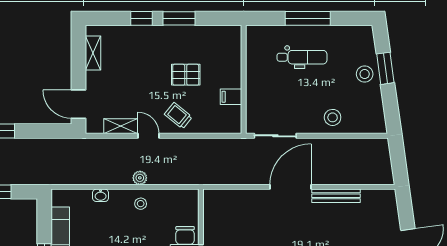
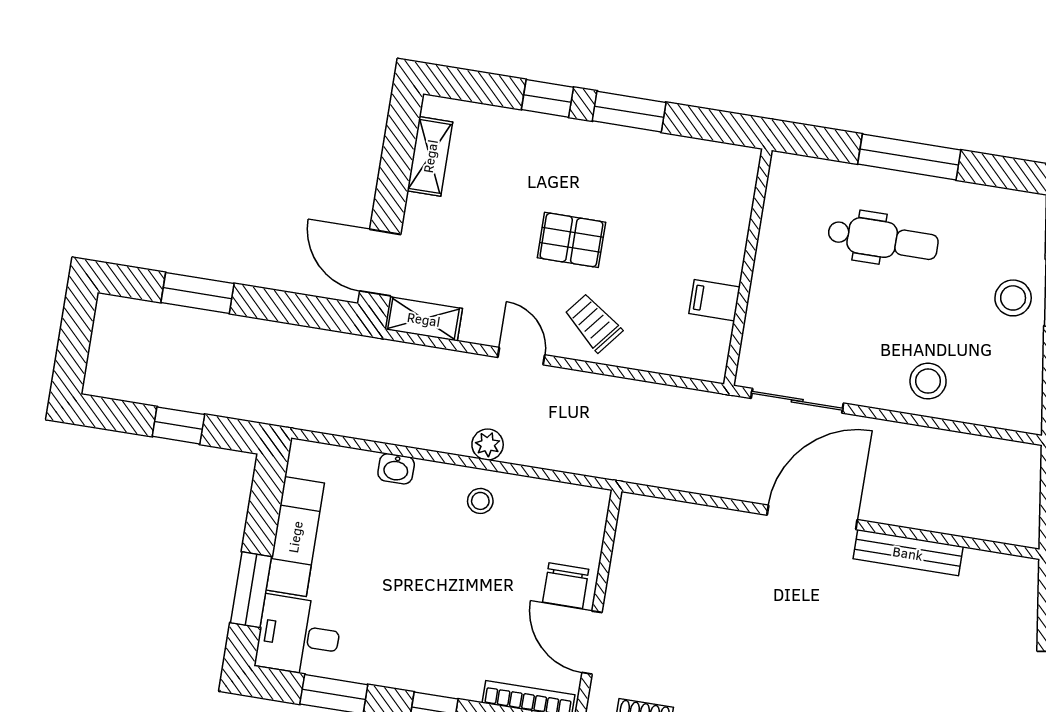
pallet: (186, 75) -> (571, 240), moved
shelving: (121, 126) -> (424, 319), moved

